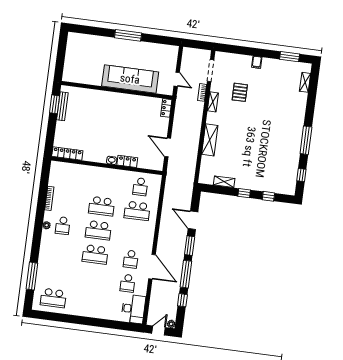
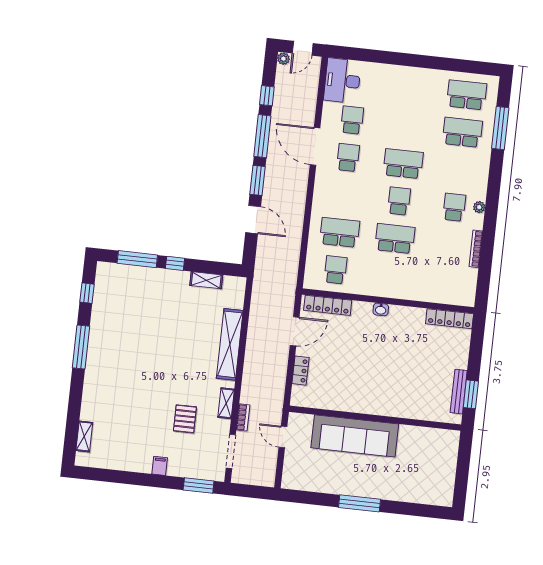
window: (290, 57) -> (199, 486), moved
locker: (166, 108) -> (301, 371), moved
shelving: (210, 140) -> (230, 344), width x1.47
door: (168, 147) -> (295, 331), hinge flipped
locker: (127, 161) -> (328, 305), moved, width x1.53
window: (268, 196) -> (137, 259), width x2.17
school desk: (98, 230) -> (399, 201), width x0.54
school desk: (56, 274) -> (462, 132), added

